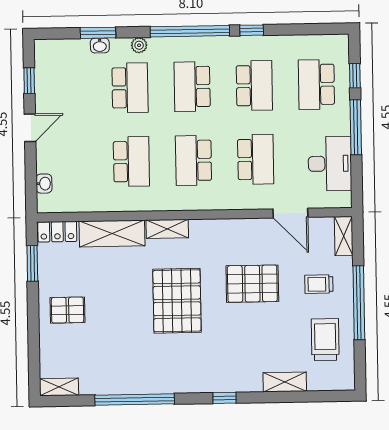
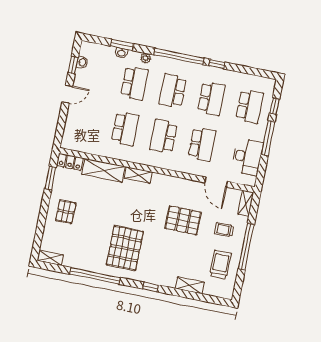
school desk: (316, 84) -> (250, 106), turned 180
washbasin: (44, 184) -> (82, 62), moved
pallet: (177, 301) -> (125, 248), moved
pallet: (68, 310) -> (66, 212), turned 90

